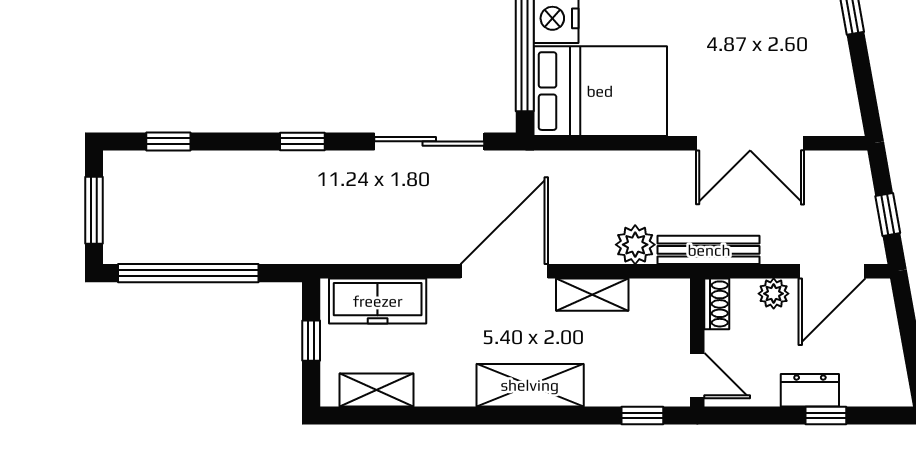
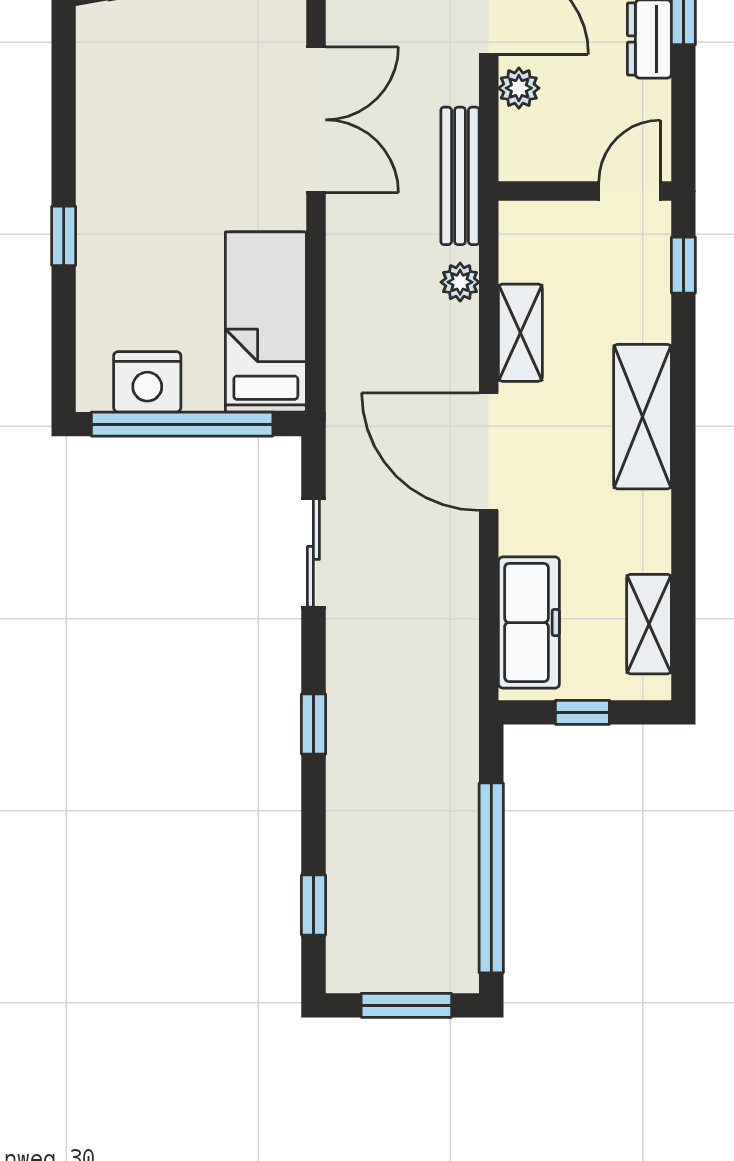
bed: (600, 91) -> (266, 322), width x0.67
sliding door: (429, 141) -> (313, 553), width x0.73
plant: (635, 245) -> (460, 282), width x0.73, depth x0.73
shoe rack: (717, 304) -> (533, 165), removed

